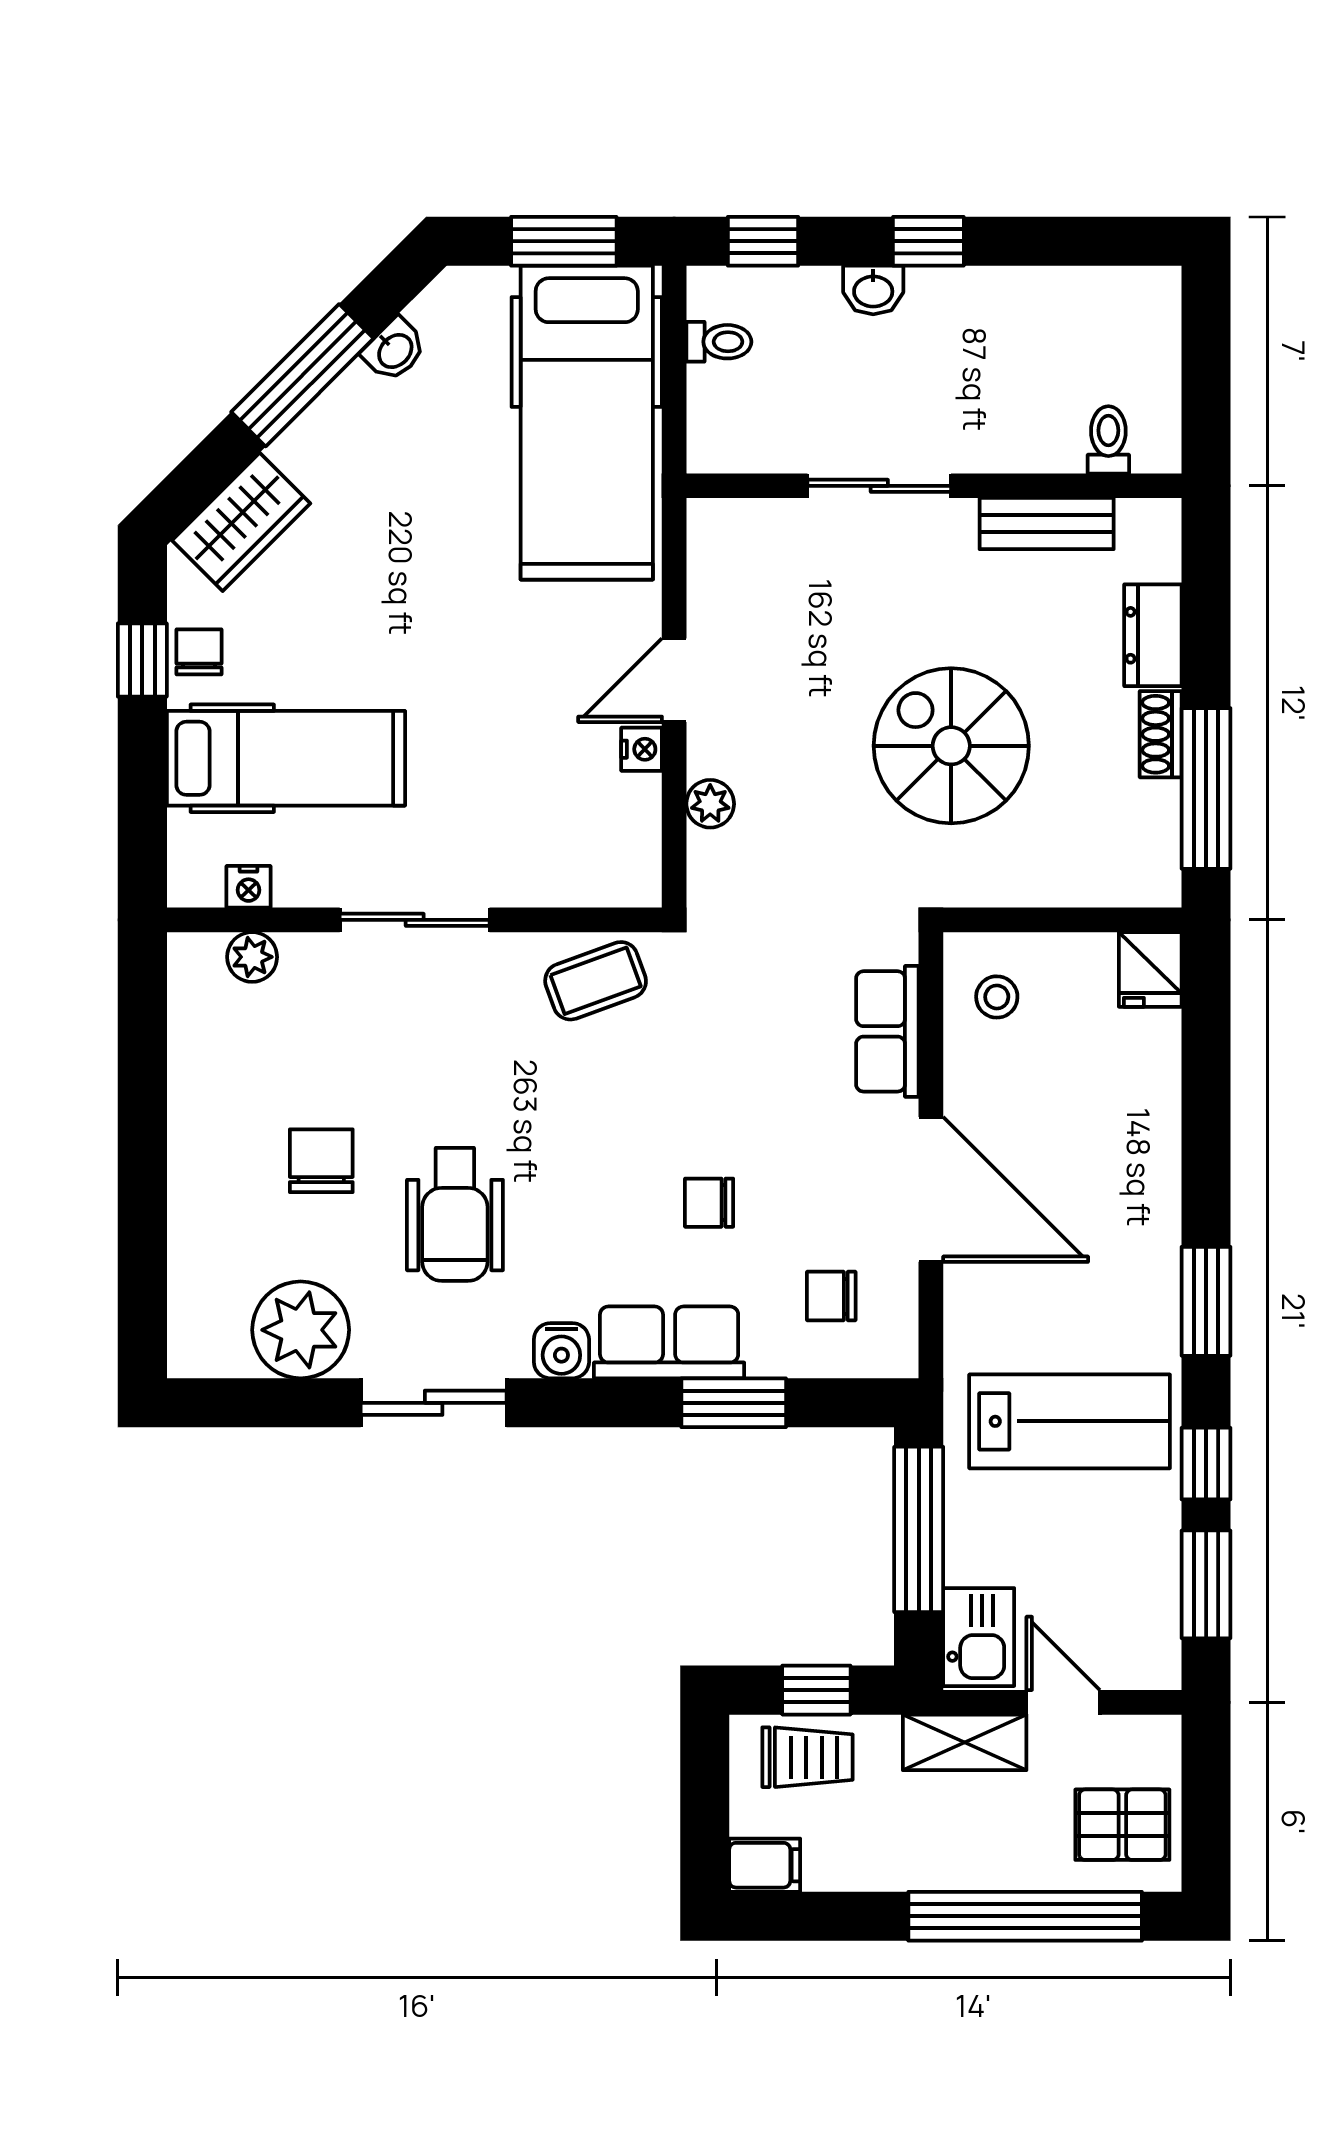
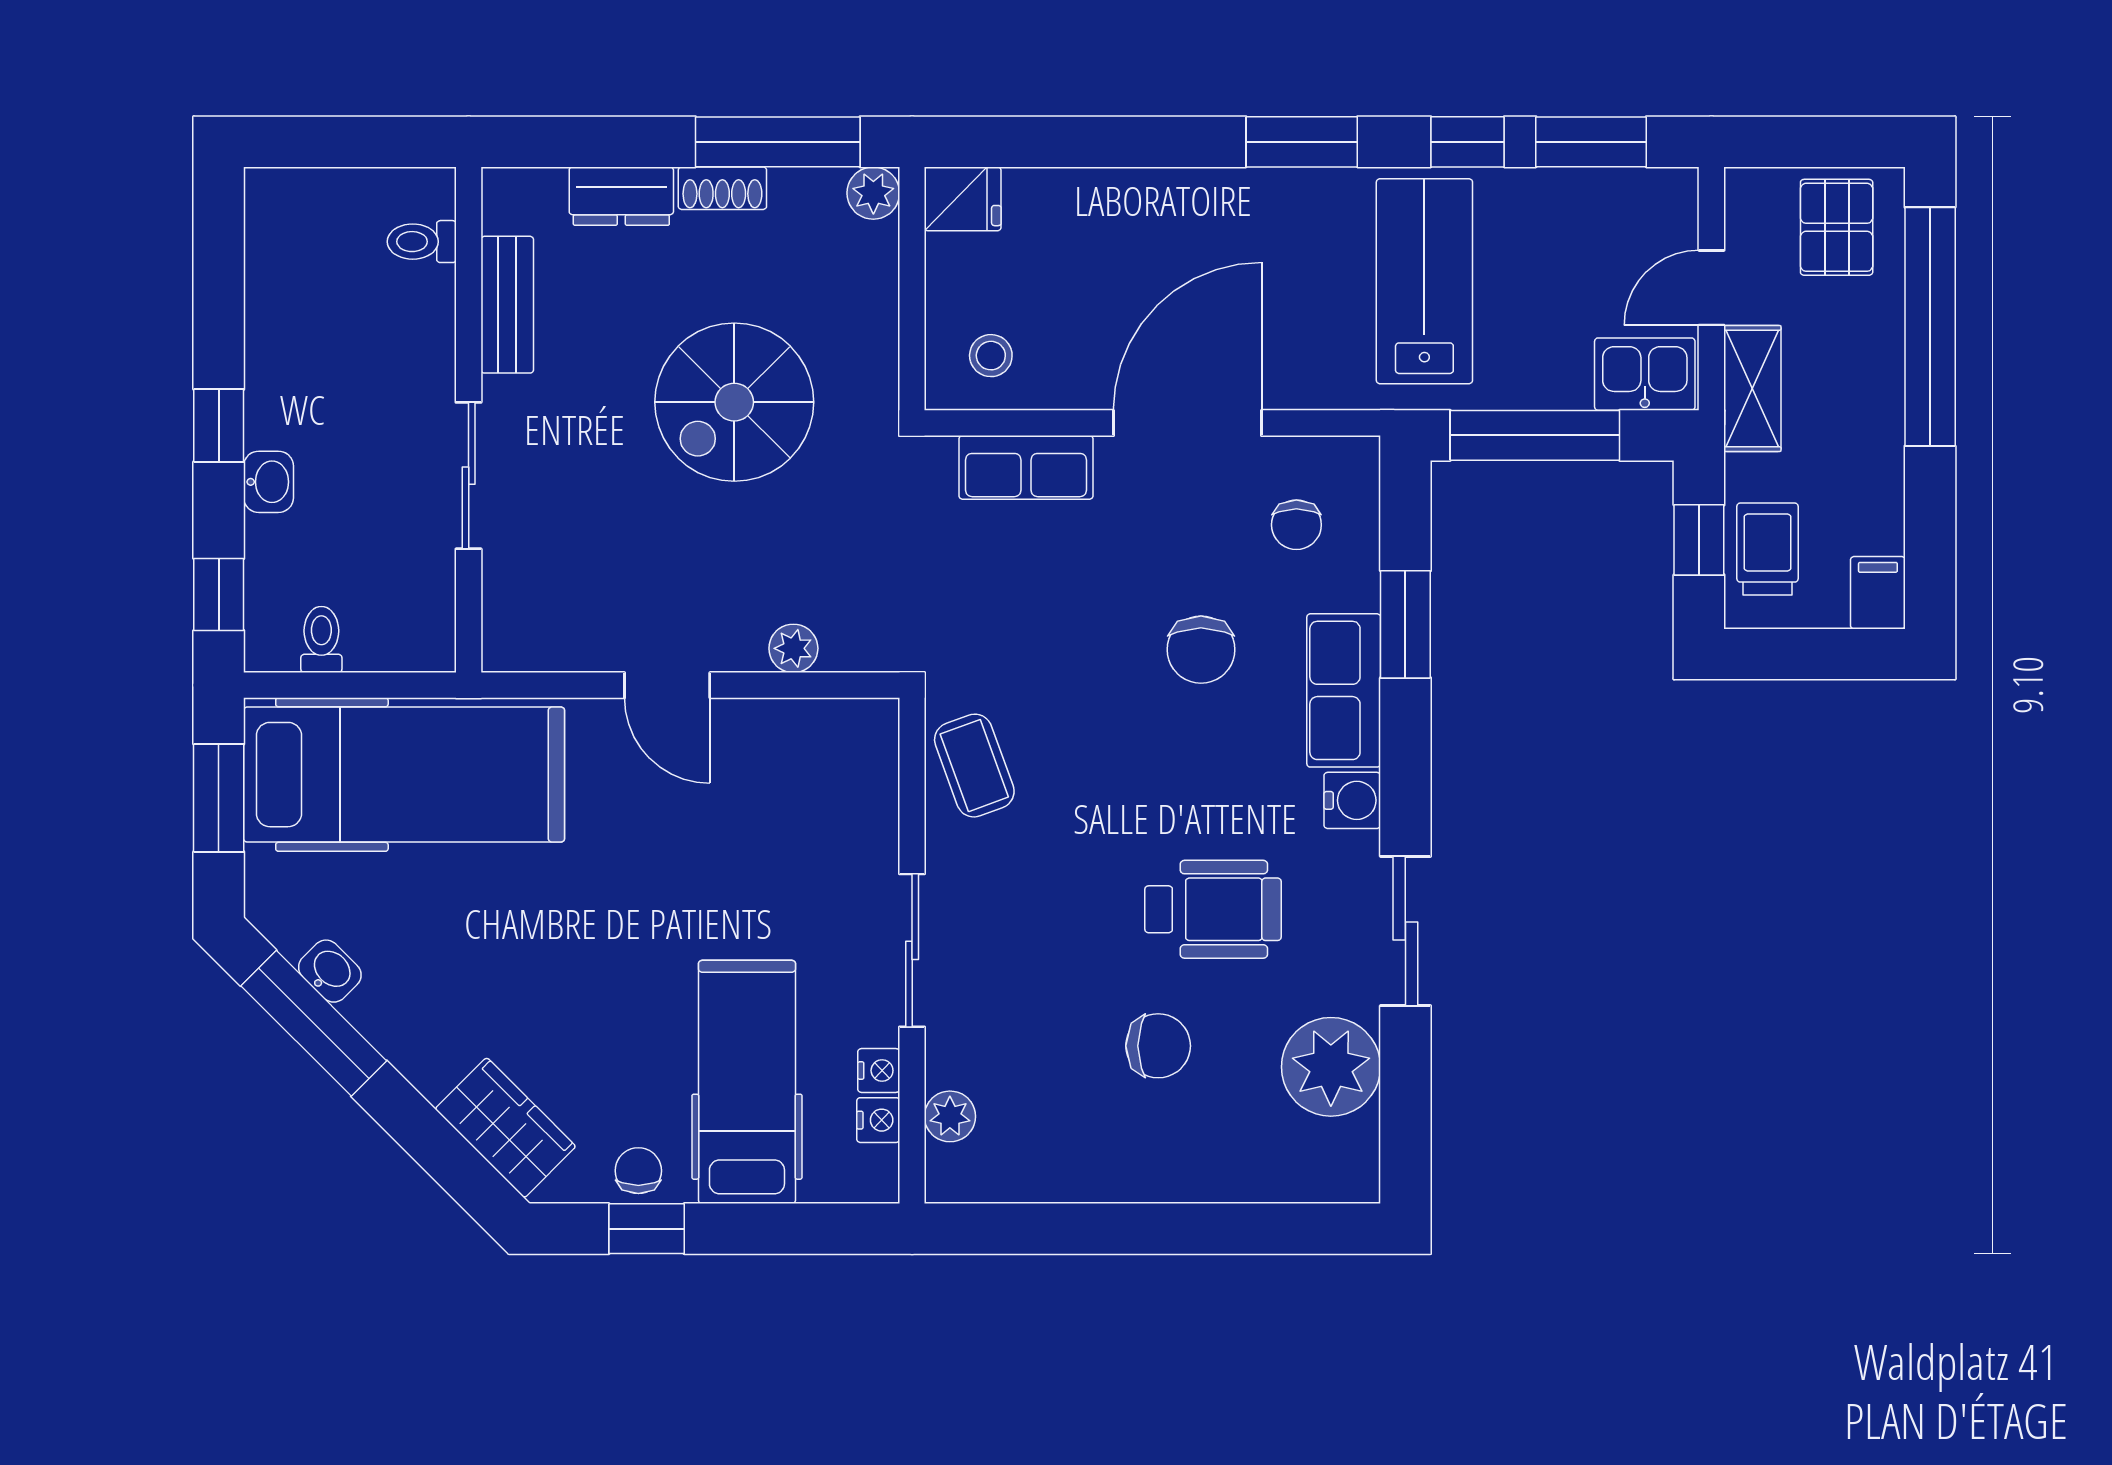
window: (302, 375) -> (314, 1023), moved
chair: (199, 652) -> (638, 1171), turned 90
nightstand: (642, 749) -> (879, 1071), moved, turned 90
plant: (1156, 882) -> (873, 193), added
chair: (321, 1161) -> (1158, 1046), turned 180
chair: (709, 1203) -> (1201, 650), width x1.37, depth x1.37

